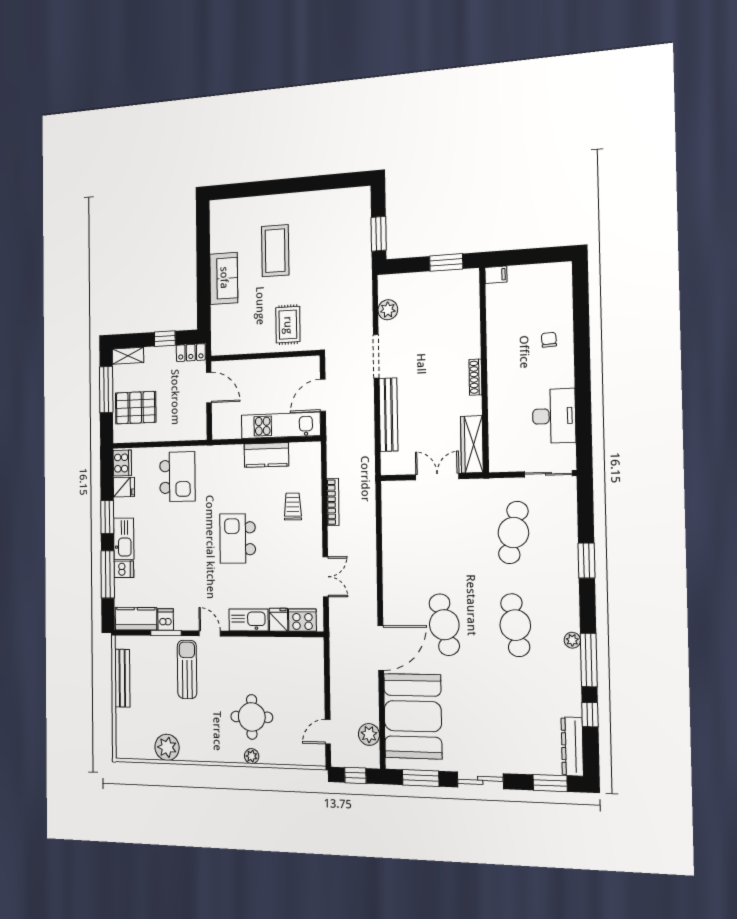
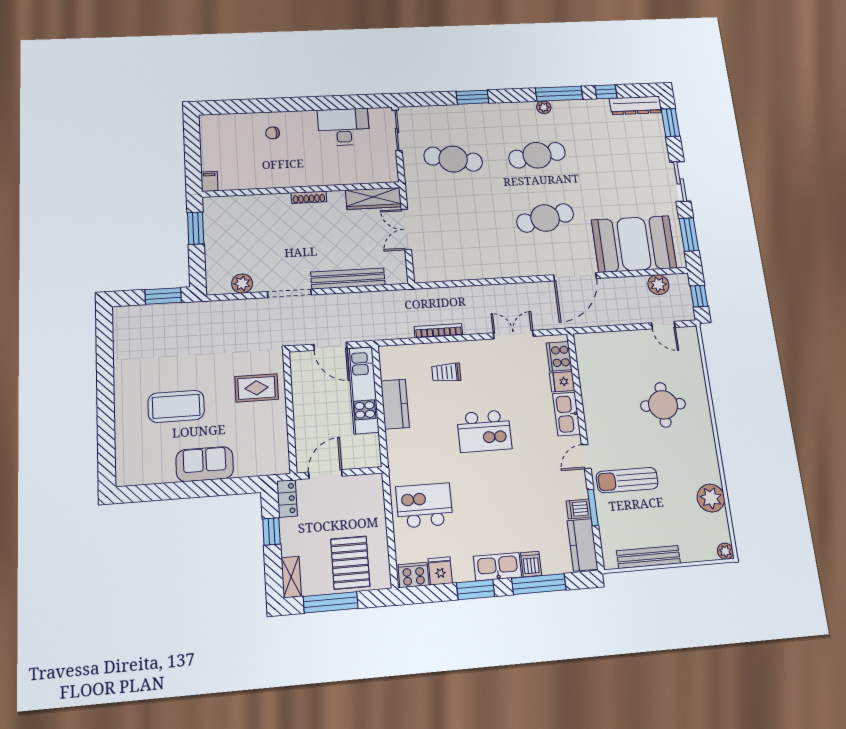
door: (381, 648) -> (575, 277), swing flipped
plant: (252, 756) -> (725, 551), moved

